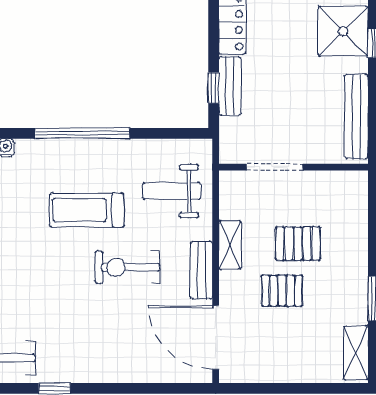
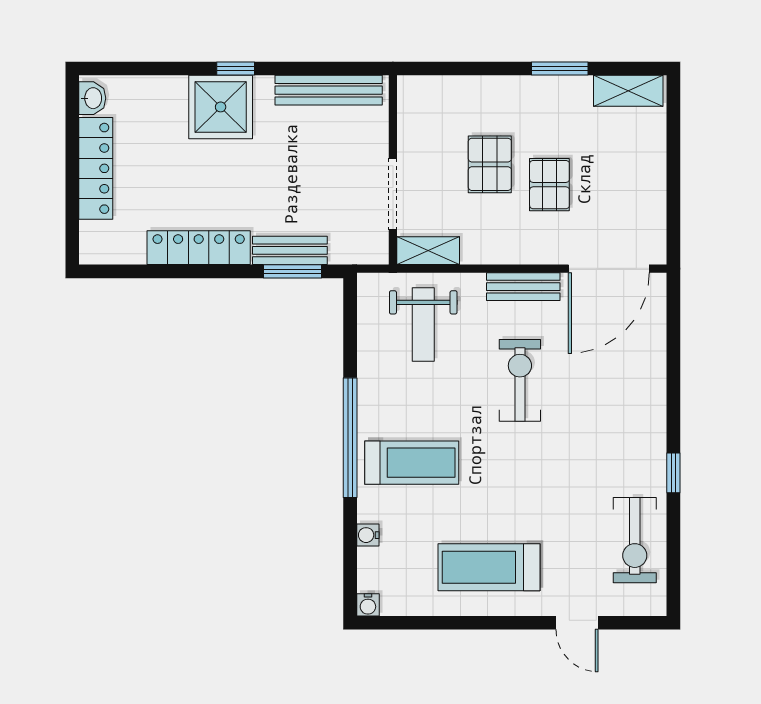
window: (214, 88) -> (292, 271), width x1.50
treadmill: (87, 210) -> (412, 463), moved, turned -90
shelving: (230, 245) -> (428, 251), moved
exercise bike: (127, 267) -> (520, 380), turned 180

